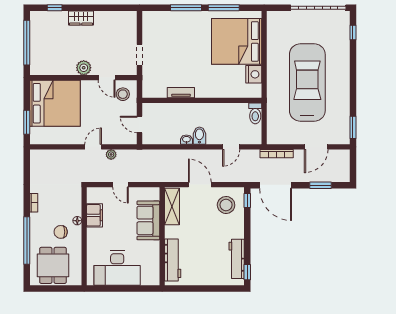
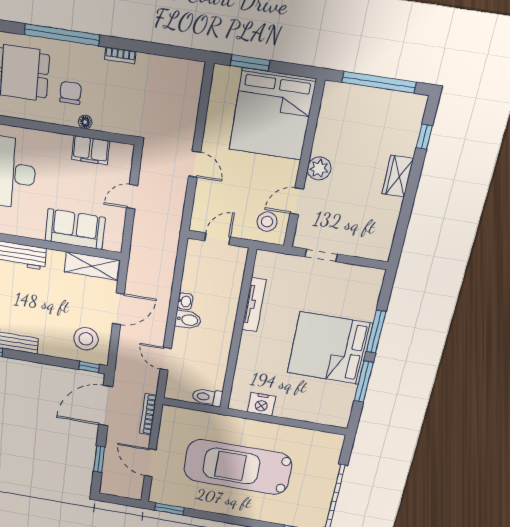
bed: (237, 41) -> (330, 348), moved, turned -90
car: (307, 83) -> (238, 467), turned 180
tv unit: (181, 93) -> (254, 305), width x1.41
plant: (111, 154) -> (179, 190), removed

